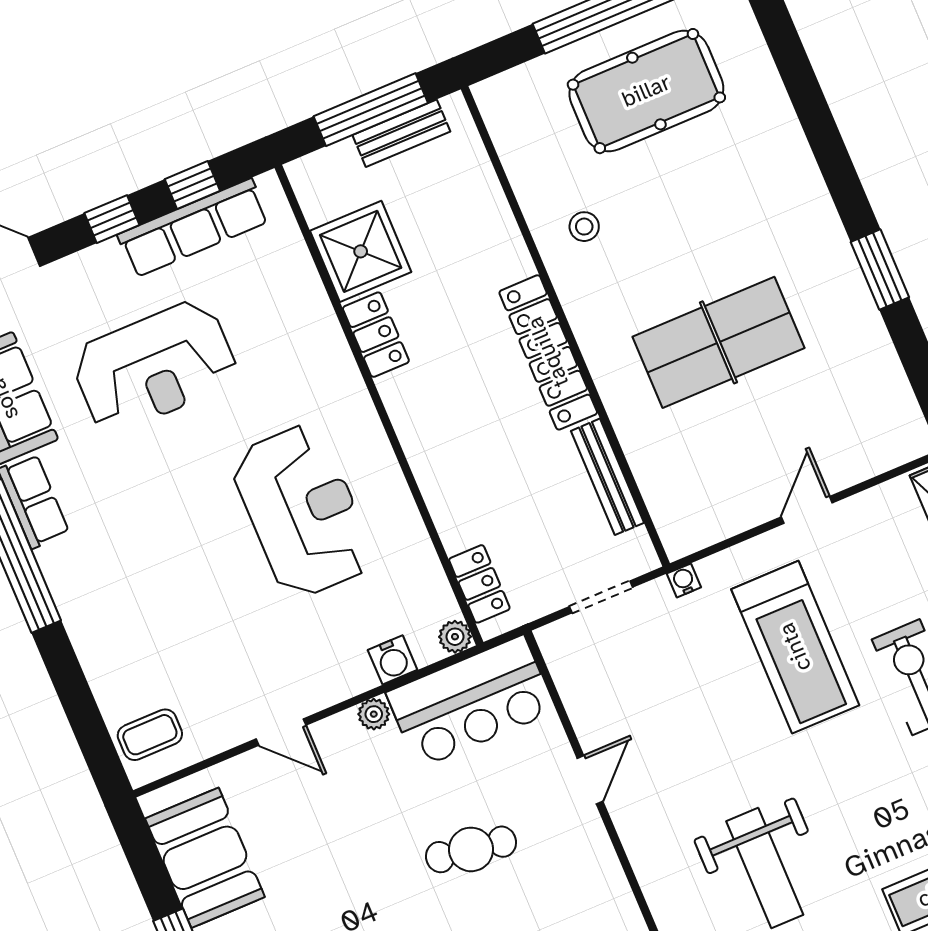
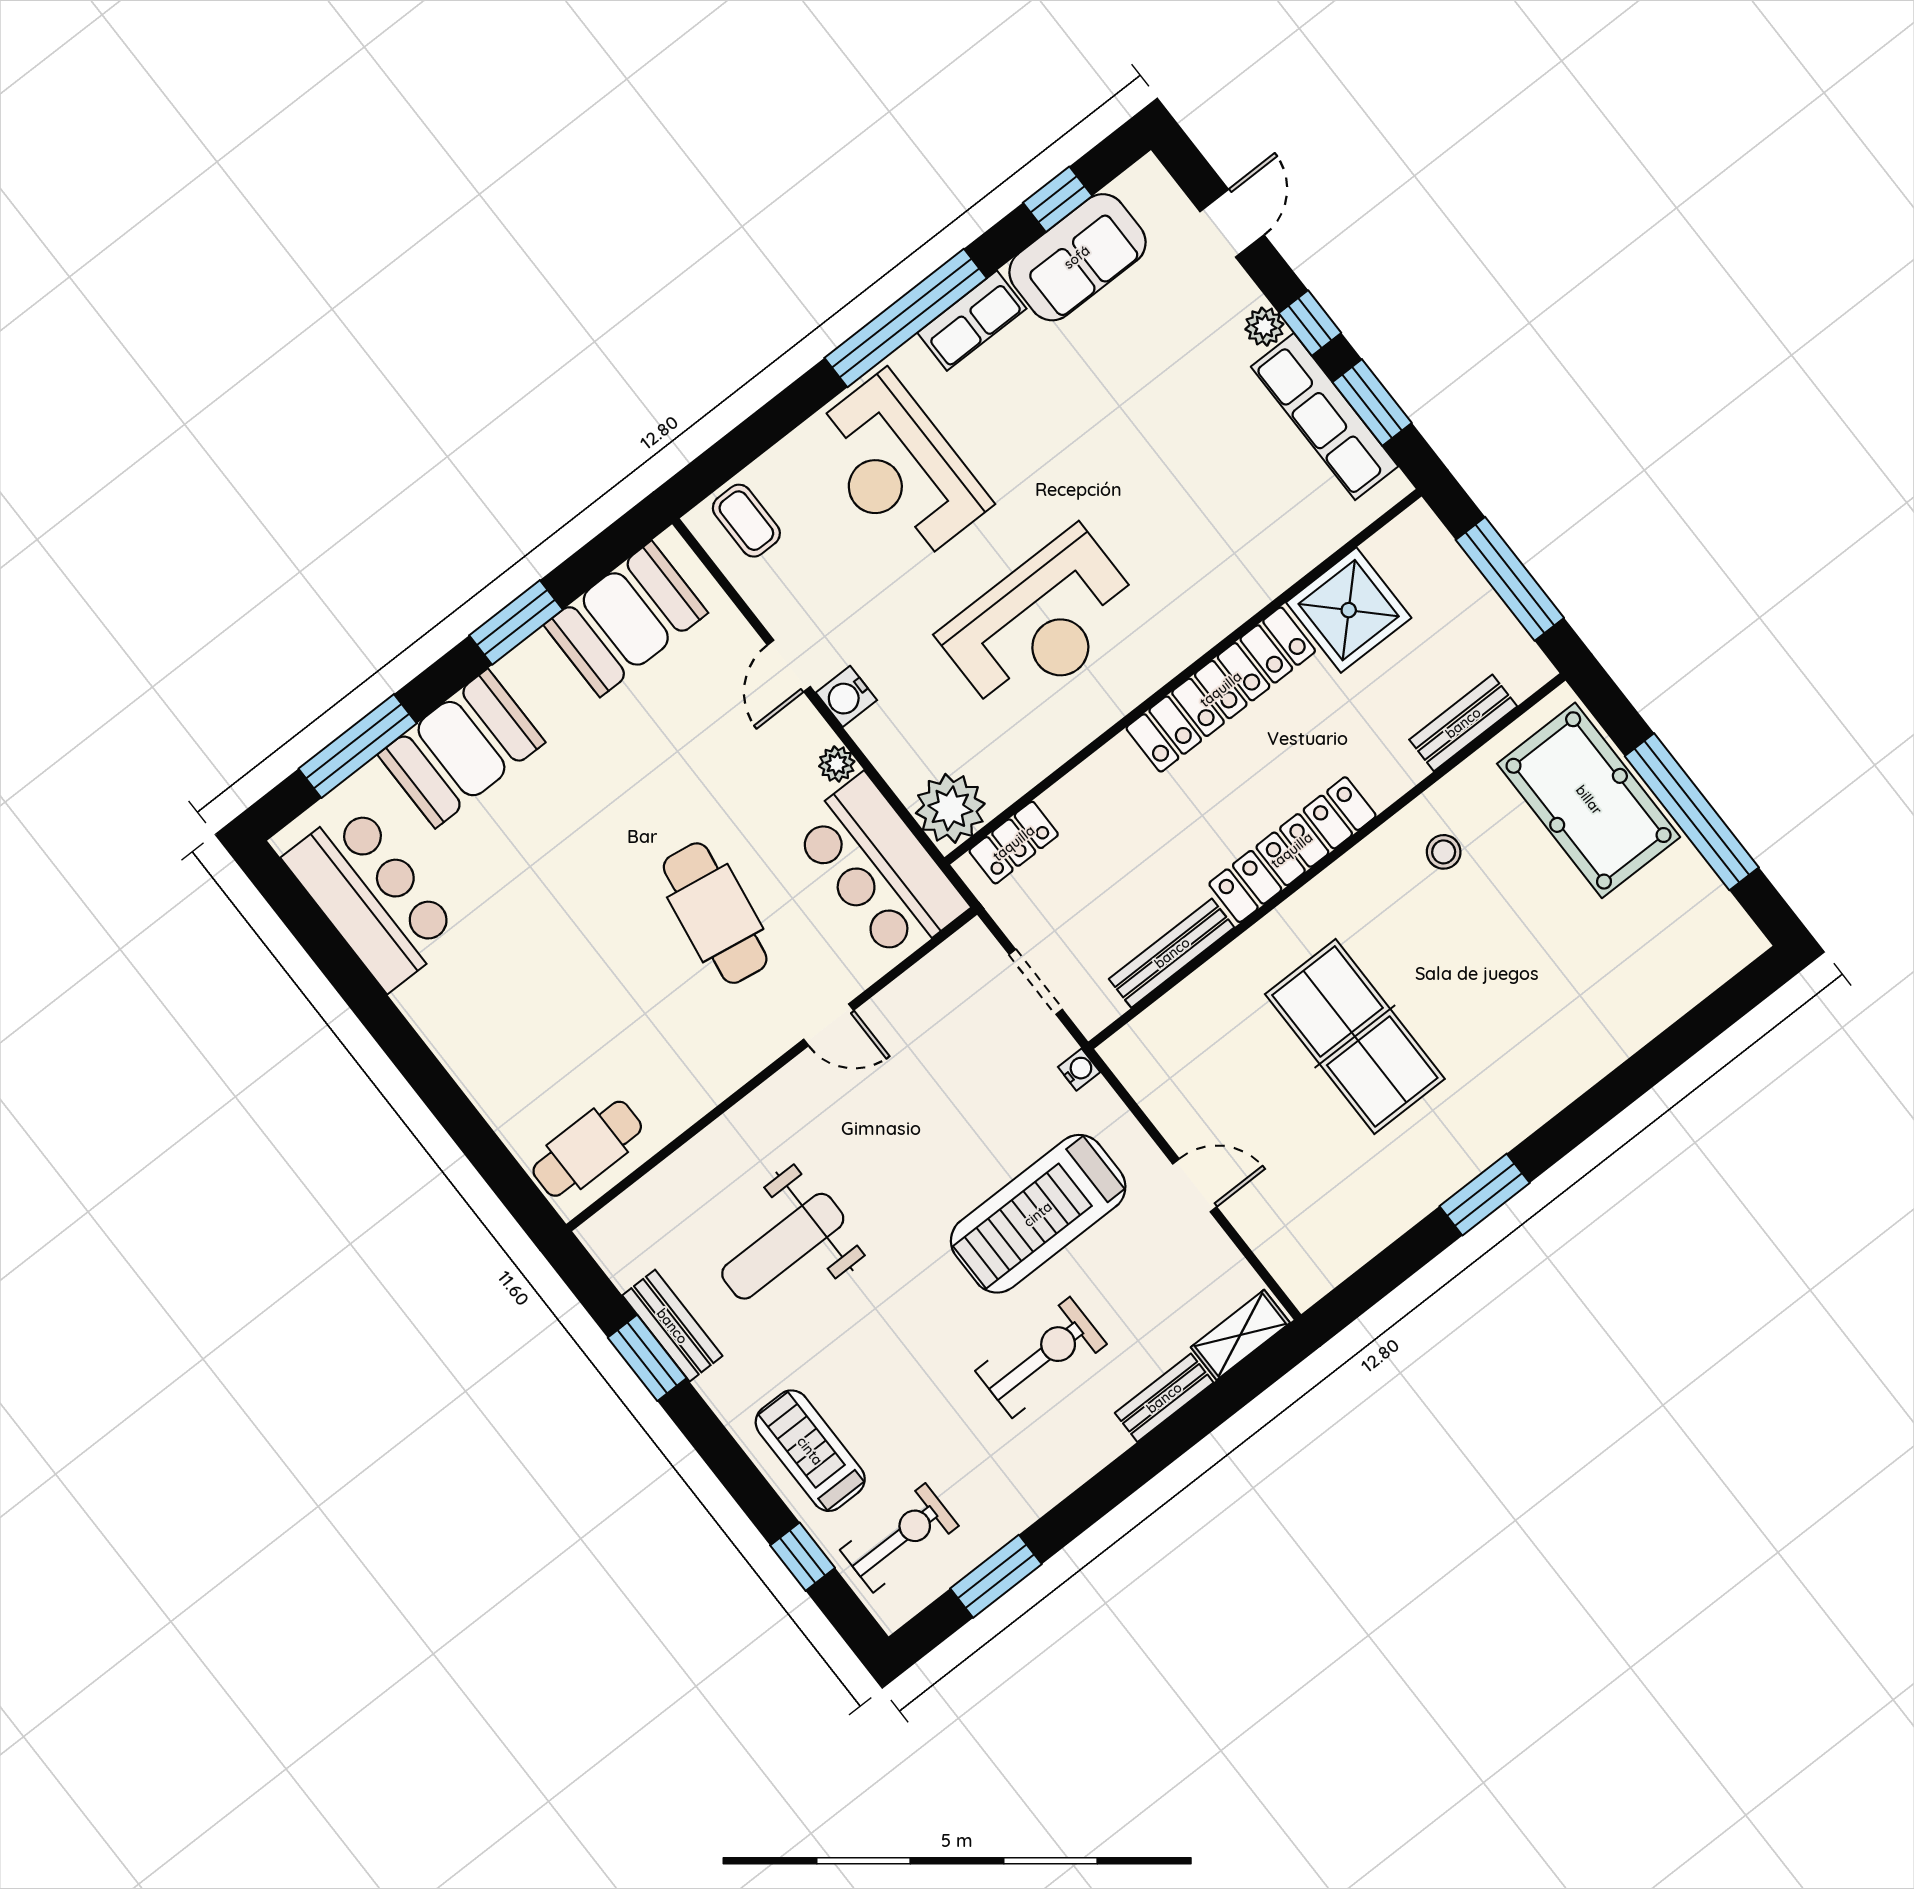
pool table: (646, 91) -> (1589, 800), moved
bench: (401, 133) -> (1463, 723), moved, turned 90
window: (192, 185) -> (1372, 403), width x1.50
plant: (105, 258) -> (1264, 327), added
locker: (376, 335) -> (1221, 689), width x2.16, depth x1.21
reception desk: (155, 367) -> (898, 469), moved
plant: (455, 637) -> (950, 808), width x1.88, depth x1.88
water cooler: (393, 660) -> (846, 696), moved
cafe table: (471, 849) -> (715, 913), width x1.37, depth x1.35

